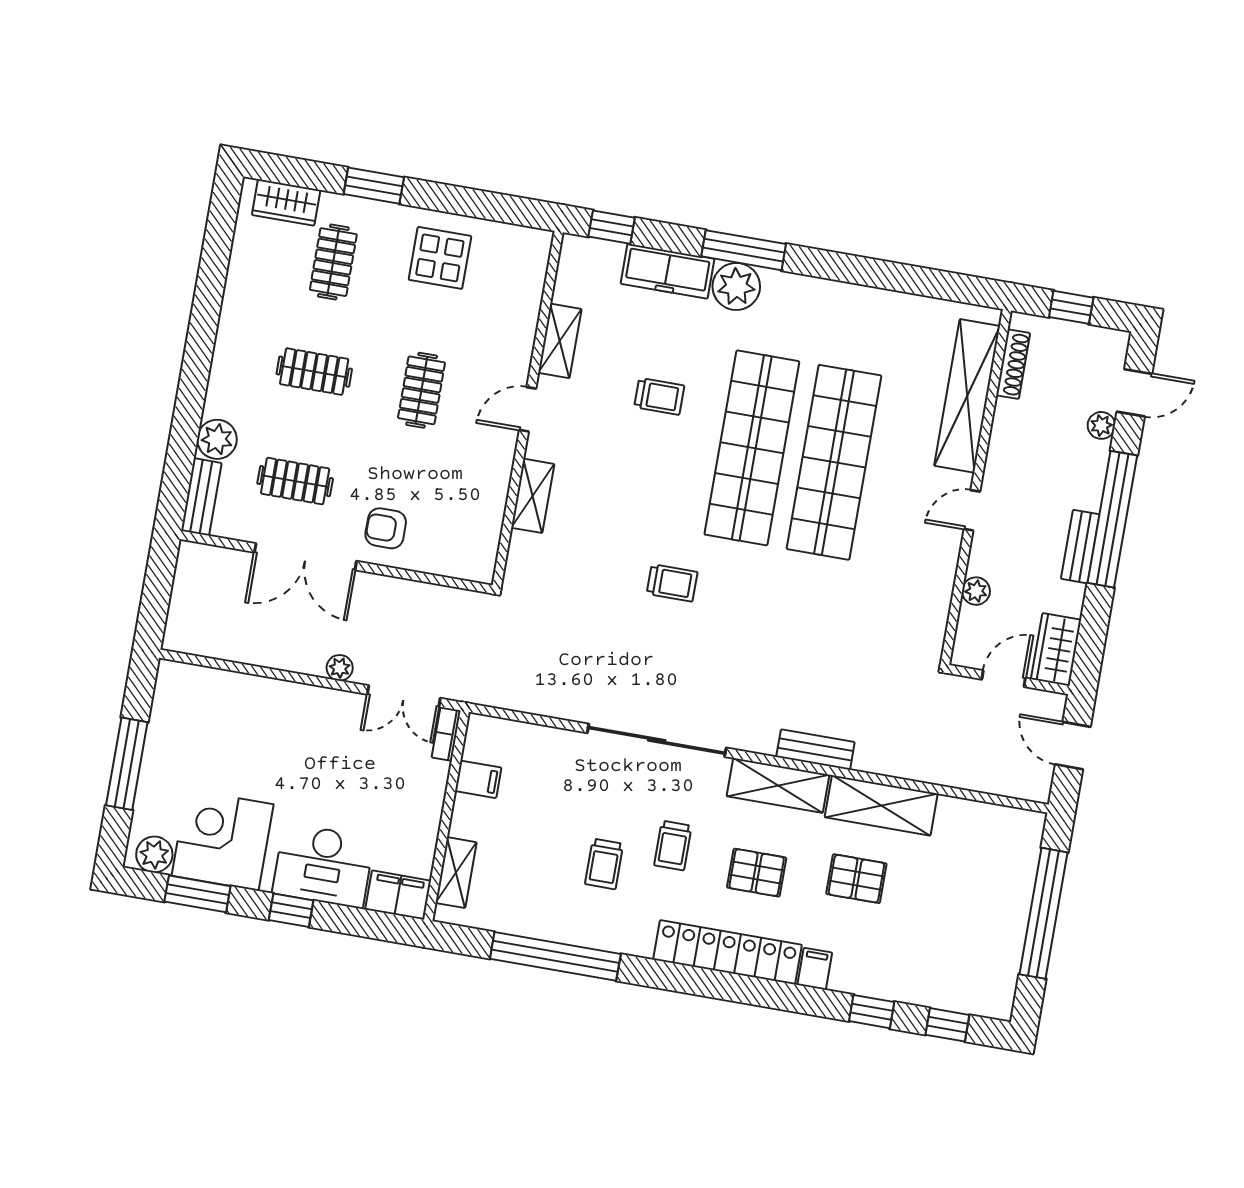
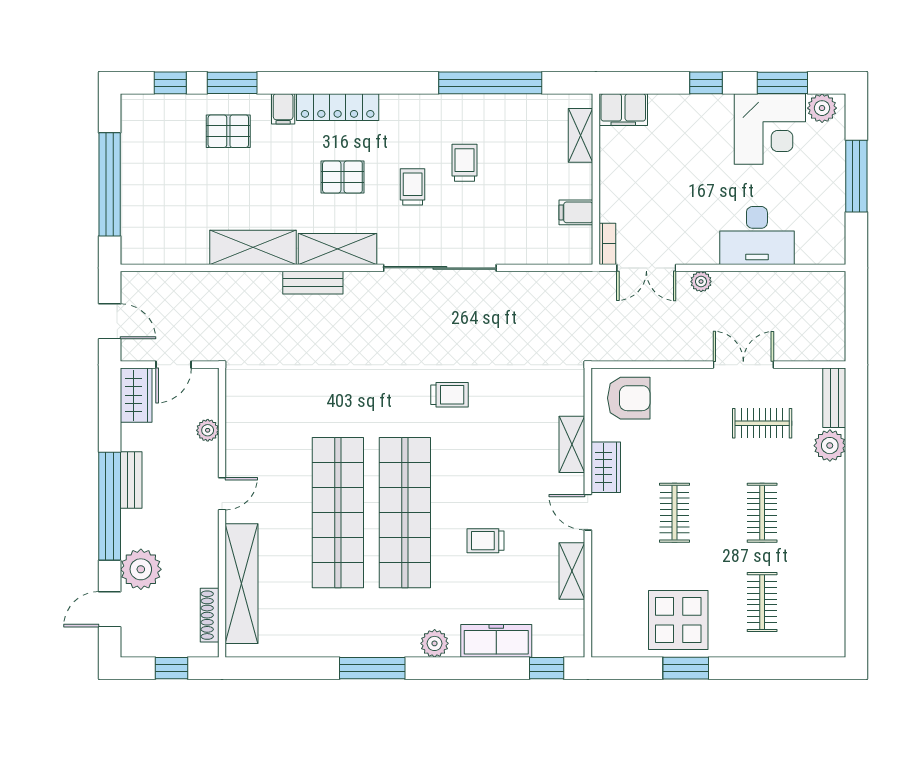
window: (374, 186) -> (686, 668), moved
wardrobe: (286, 202) -> (606, 467), moved, turned 90
window: (744, 250) -> (372, 668), moved
display table: (440, 258) -> (678, 620), width x1.36, depth x1.36
plant: (736, 286) -> (435, 643), width x0.73, depth x0.73
clothes rail: (314, 372) -> (762, 513), turned 90
door: (528, 409) -> (588, 512), swing flipped
plant: (1101, 425) -> (141, 569), width x1.88, depth x1.88
armchair: (386, 528) -> (629, 398), moved, width x1.38, depth x1.38
double door: (305, 557) -> (743, 365), width x0.73
trolley: (672, 583) -> (449, 395), turned 180
double door: (404, 696) -> (646, 268), swing flipped
desk: (323, 865) -> (757, 235), moved, turned 180
pallet: (856, 879) -> (228, 131), moved
locker: (727, 952) -> (338, 107), width x0.71, depth x0.83
window: (872, 1012) -> (232, 83), width x1.50

